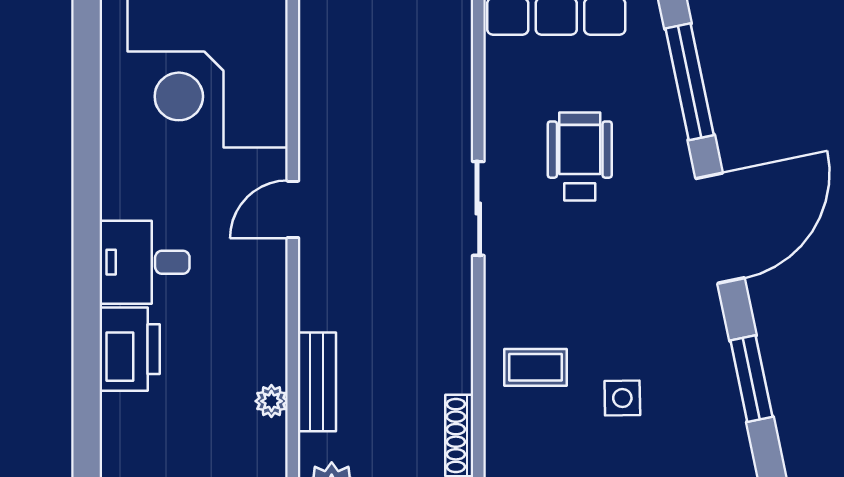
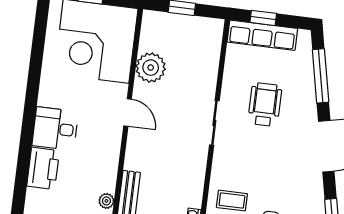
plant: (330, 109) -> (151, 68), added
door: (293, 209) -> (128, 113), swing flipped

